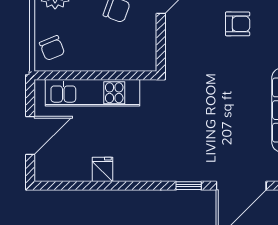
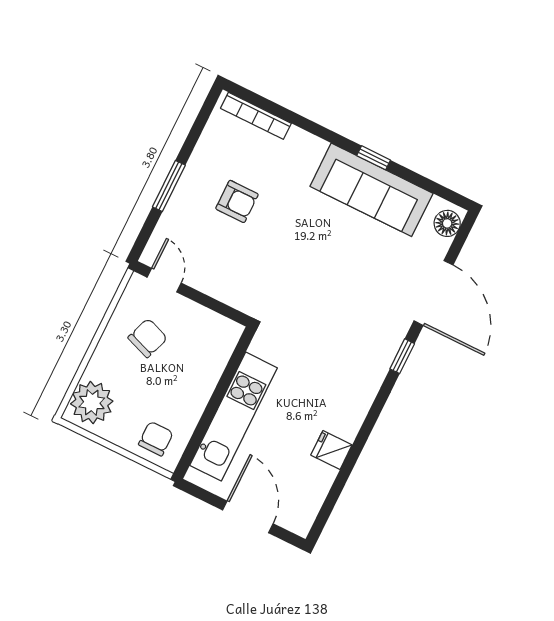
armchair: (238, 24) -> (237, 201), turned 90
chair: (52, 48) -> (156, 439), turned -68

